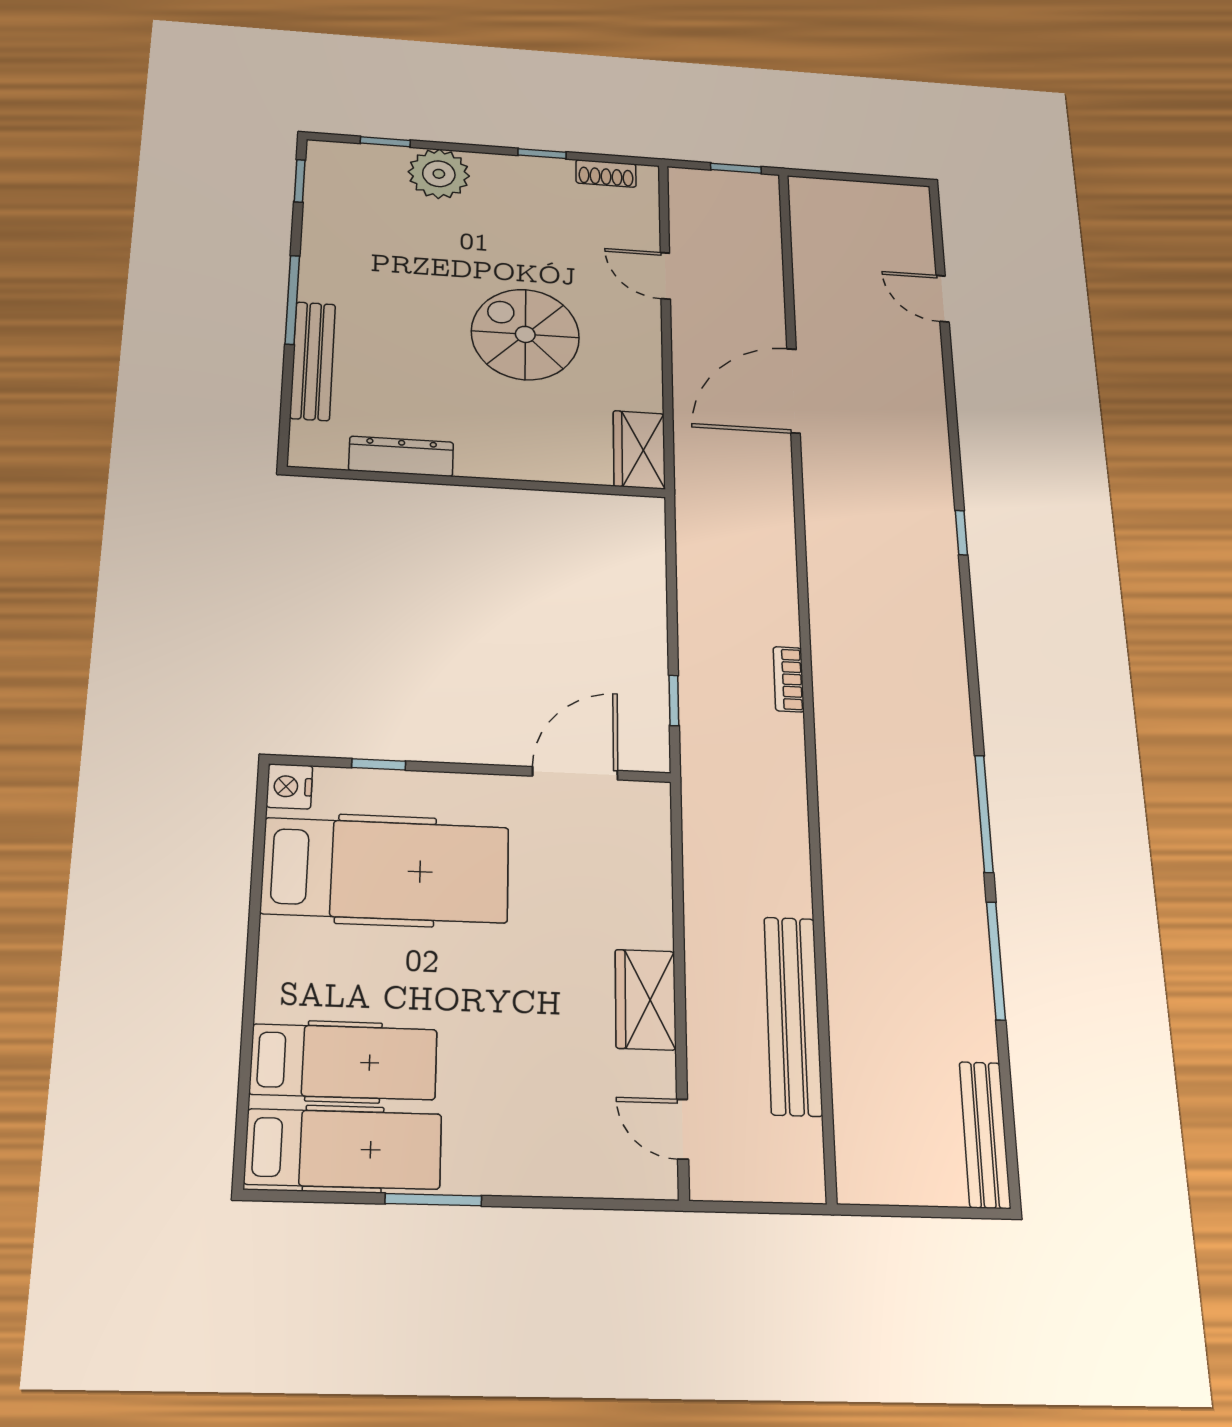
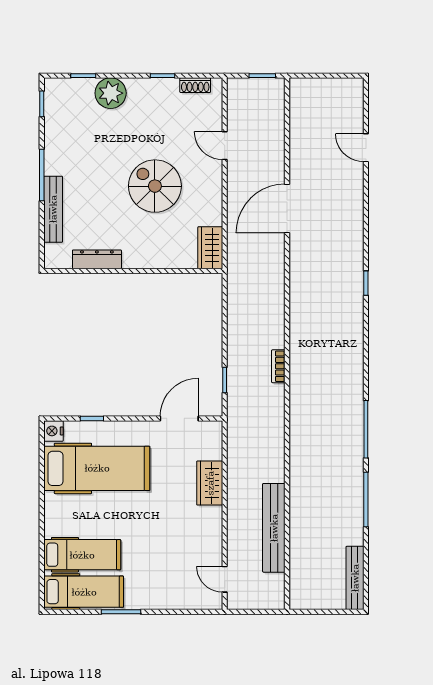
wardrobe: (645, 1000) -> (210, 483), moved

